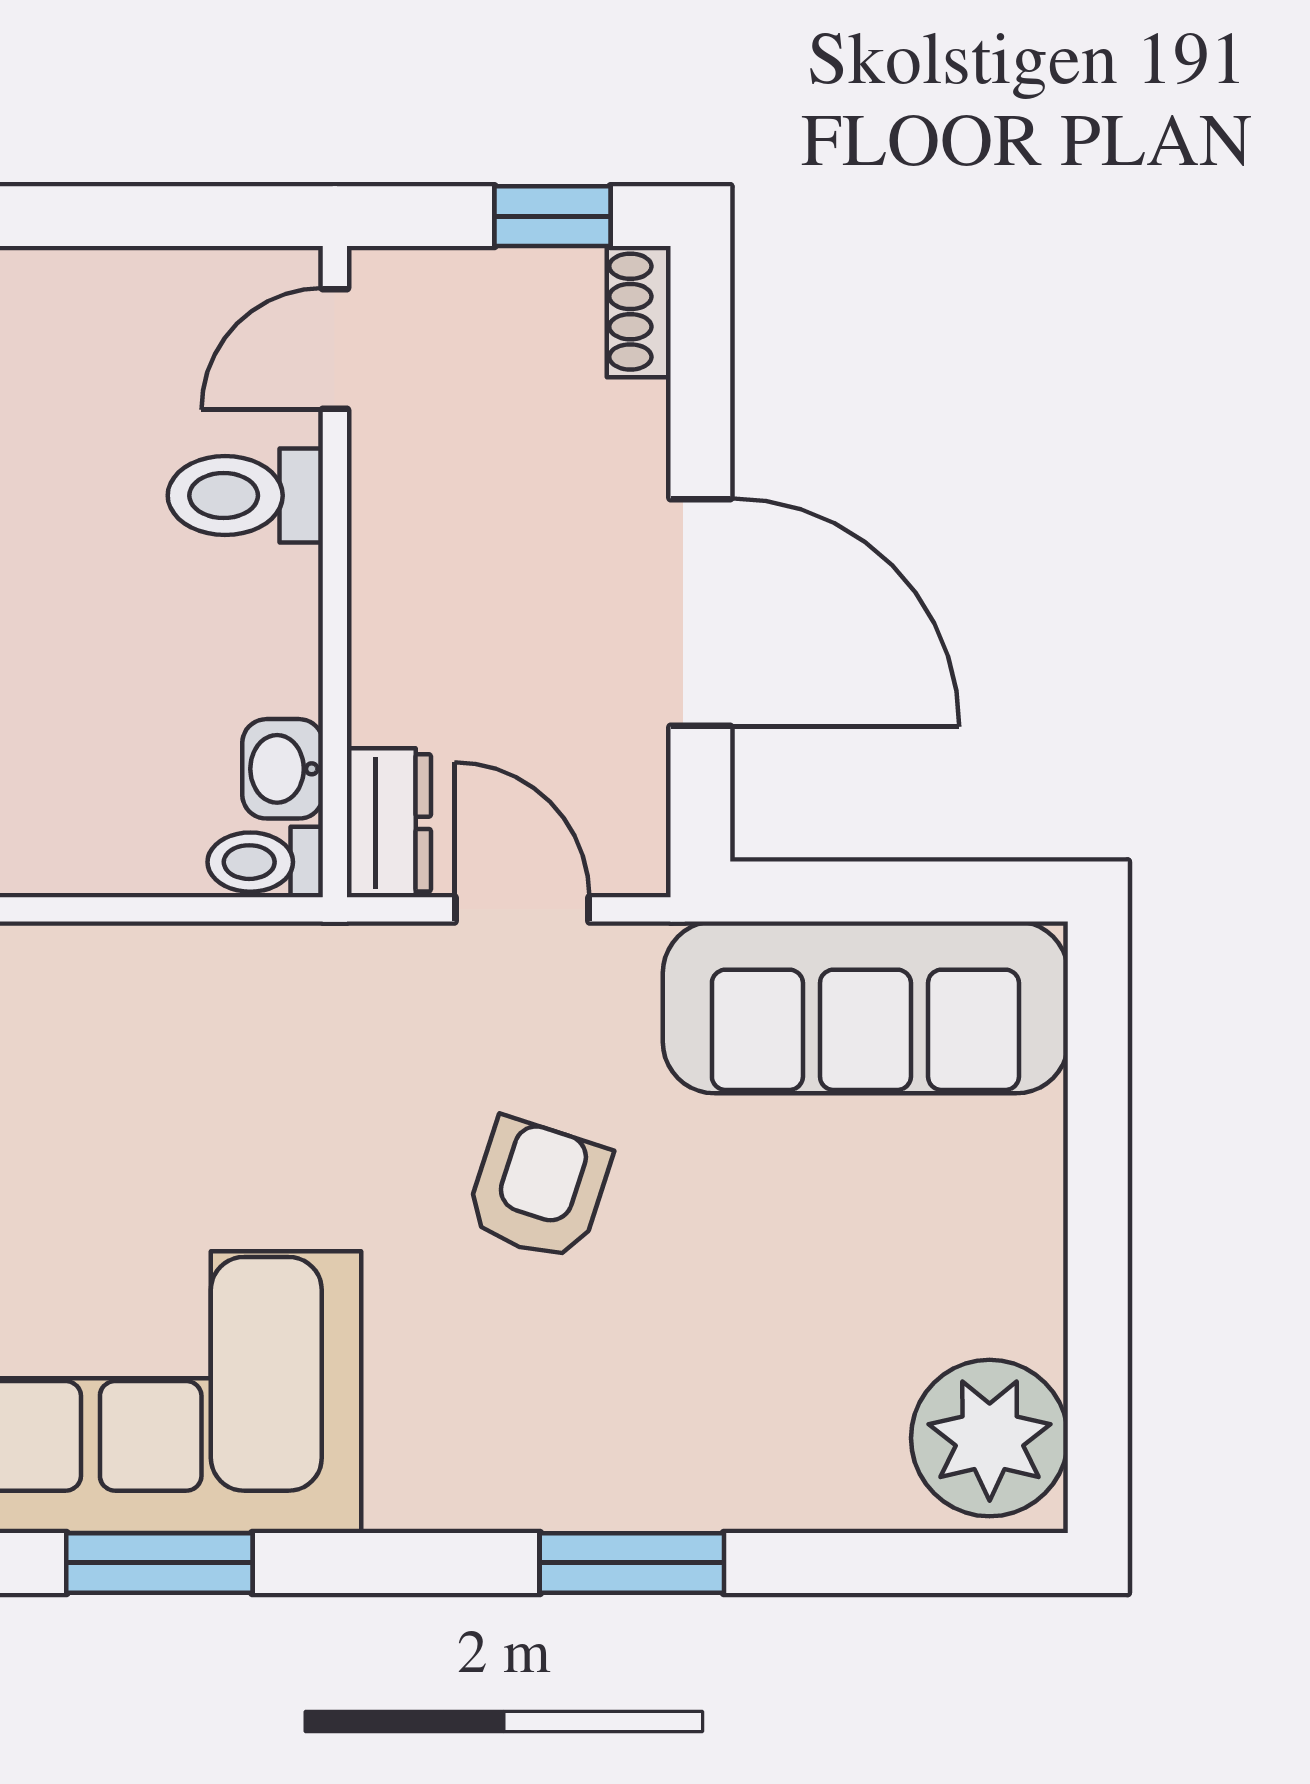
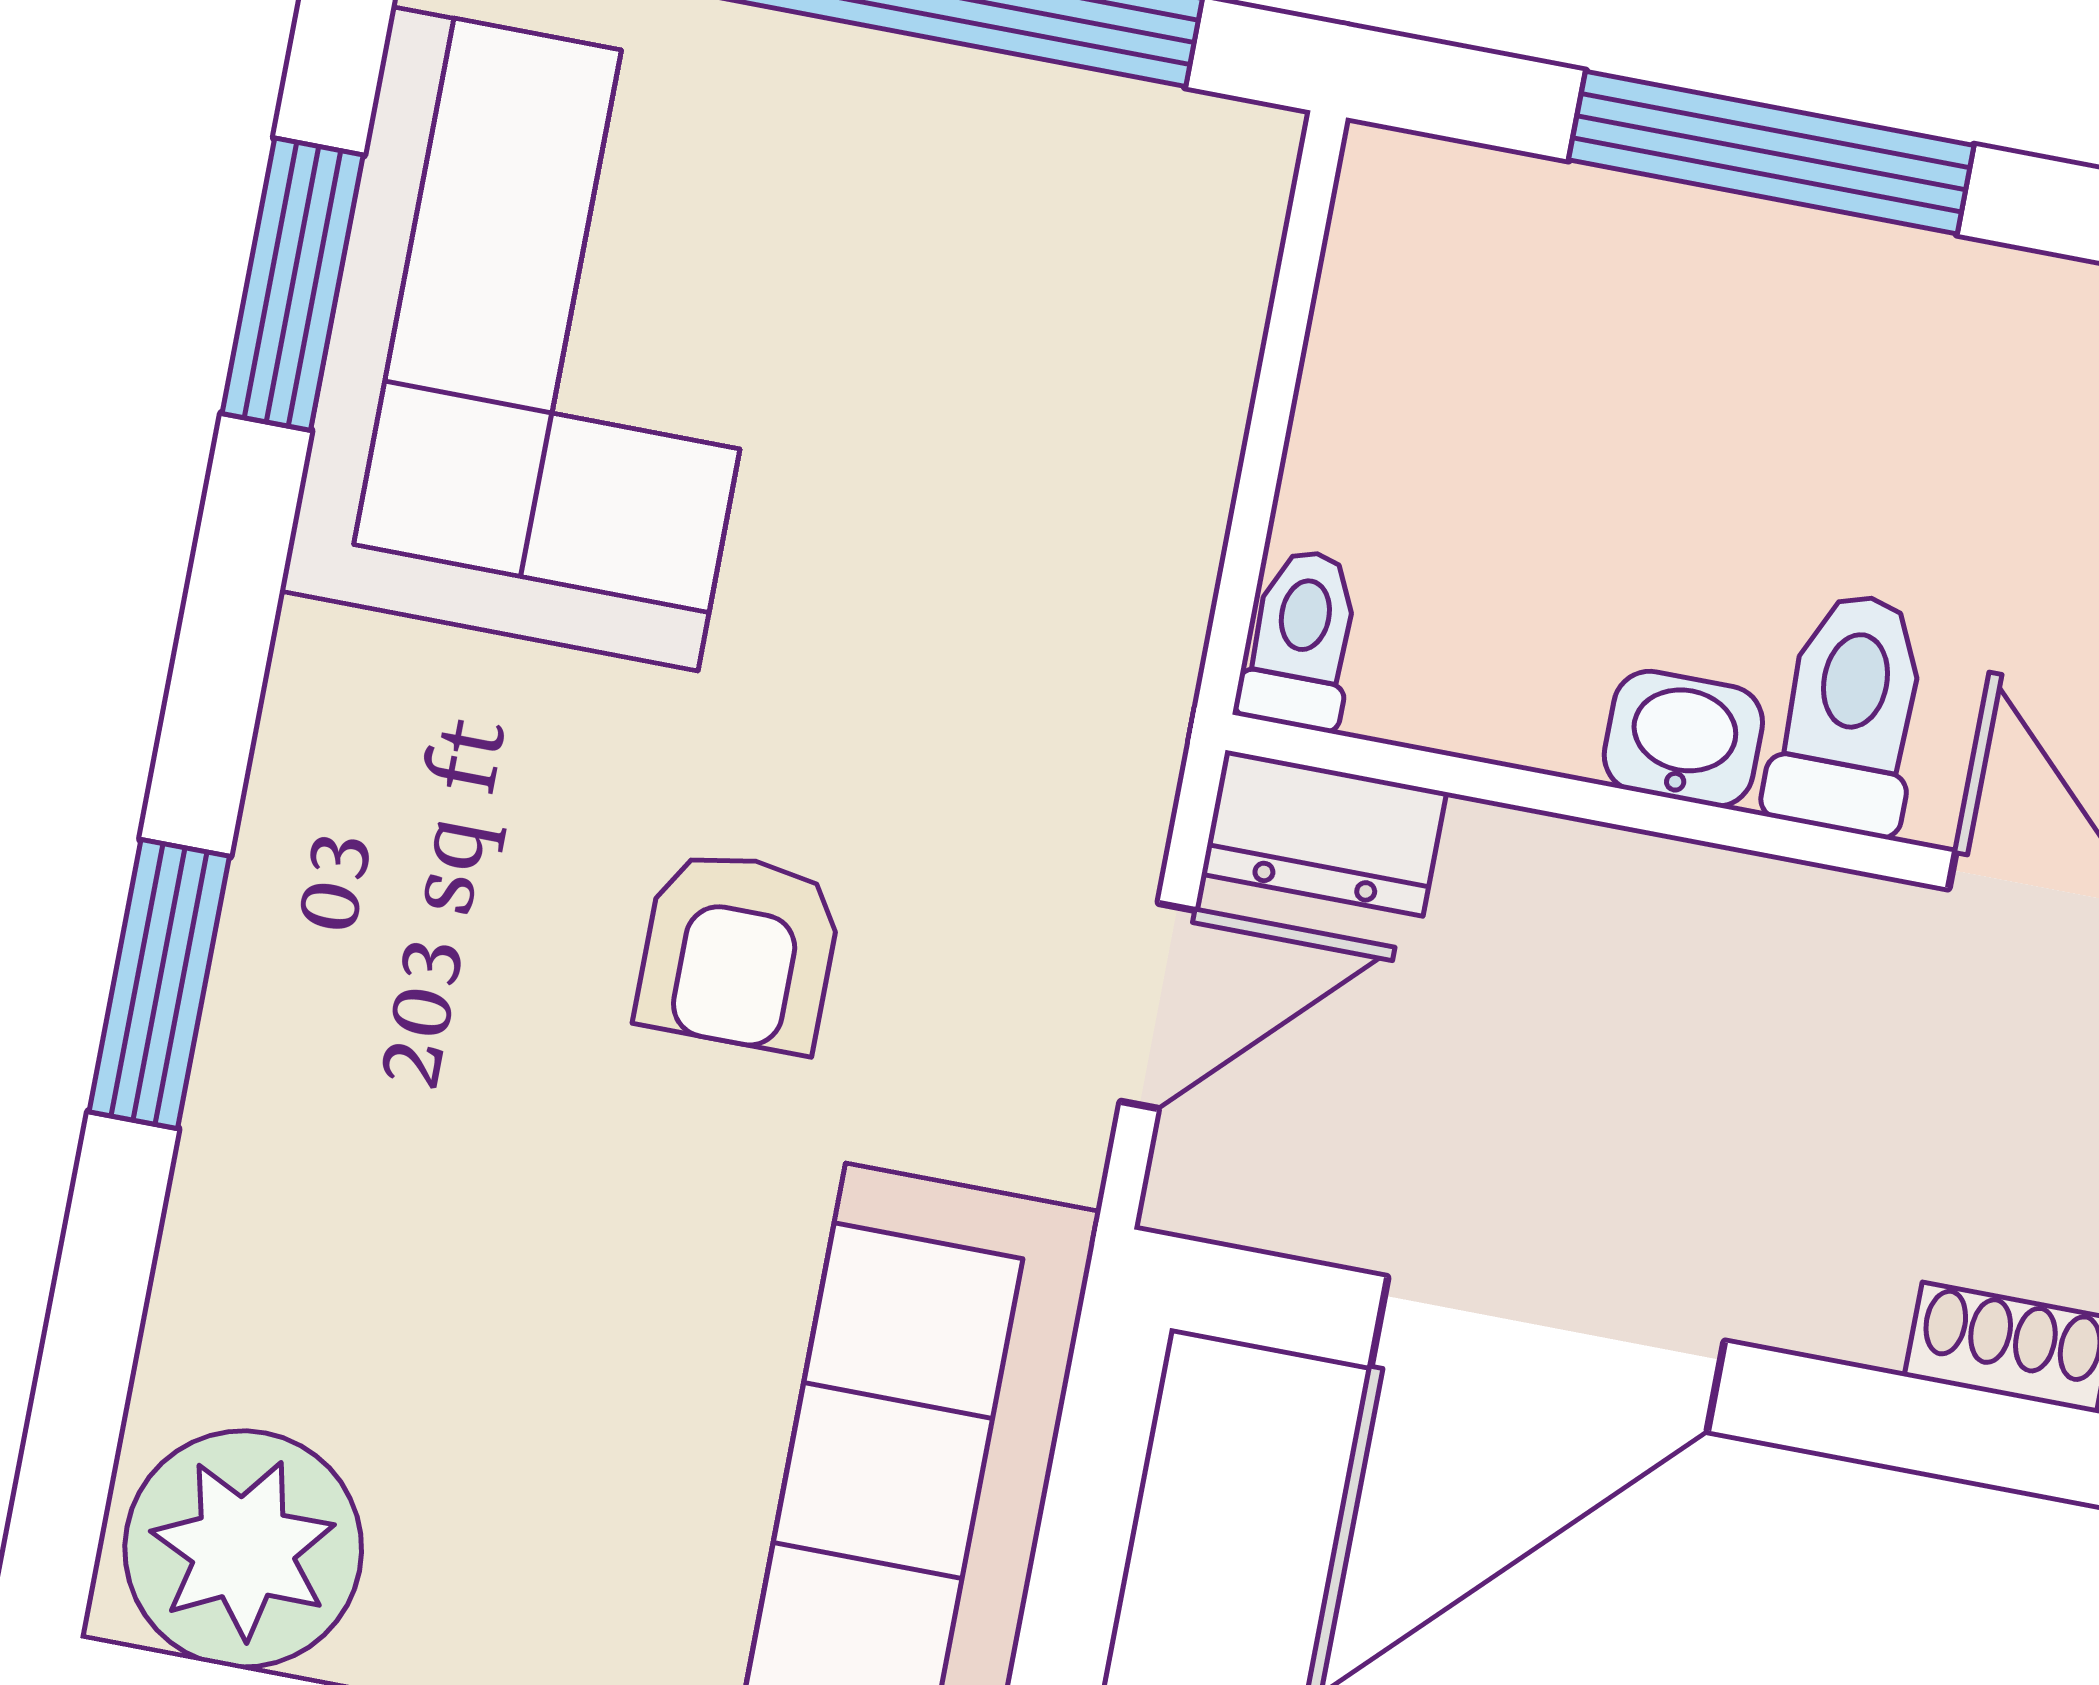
washbasin: (283, 769) -> (1683, 739), moved
armchair: (538, 1189) -> (739, 951), turned 72

